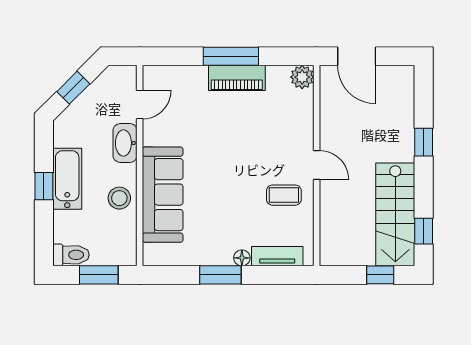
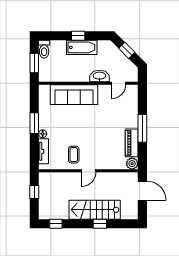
door: (357, 56) -> (142, 191), swing flipped
piano: (237, 78) -> (132, 143), moved
door: (140, 105) -> (118, 83), hinge flipped
stool: (119, 198) -> (72, 73), removed
stairs: (395, 214) -> (95, 210), moved
window: (380, 275) -> (34, 192), moved

